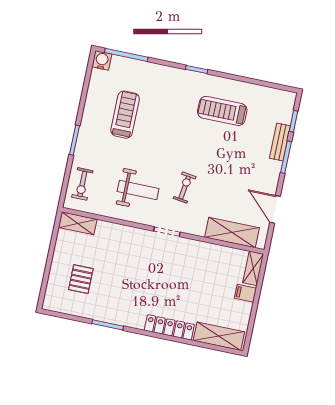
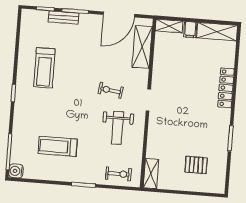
weight bench: (138, 190) -> (117, 128), turned 180
door: (275, 209) -> (119, 14), width x1.36
shelving: (219, 336) -> (217, 32), moved, turned 90

